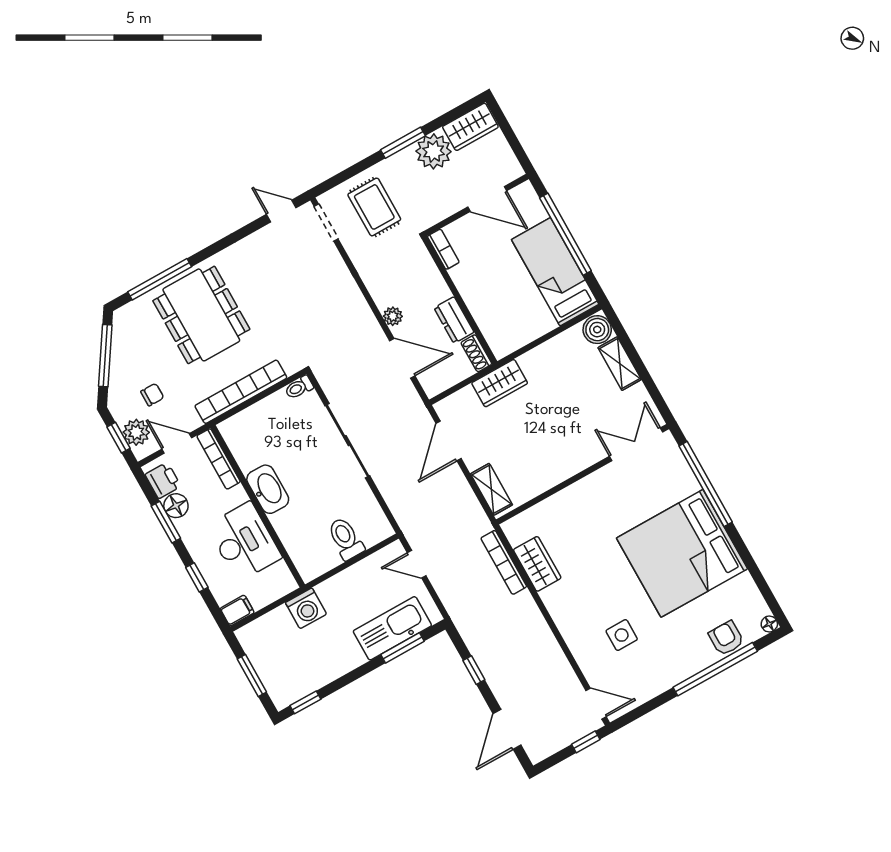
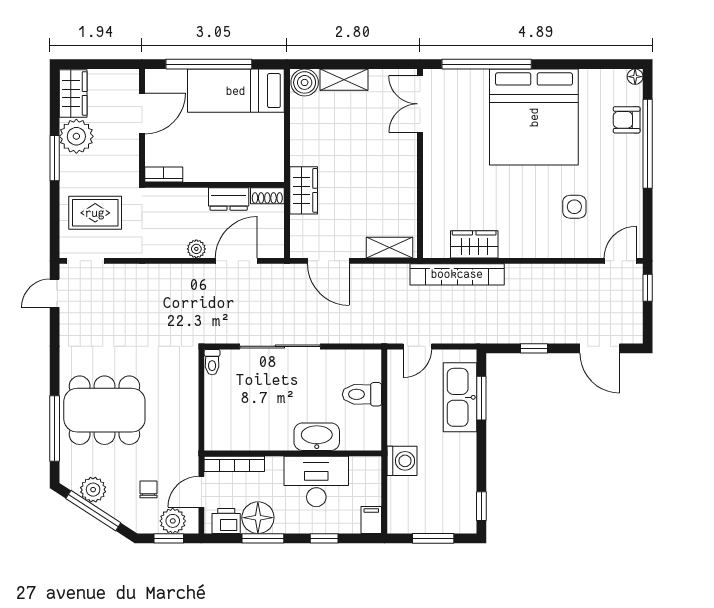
plant: (124, 345) -> (93, 490), added
bookcase: (241, 392) -> (188, 413), removed
washbasin: (268, 489) -> (317, 437), moved
floor lamp: (176, 506) -> (258, 518), width x1.38, depth x1.38
bookcase: (504, 562) -> (457, 274), width x1.48, depth x1.31

